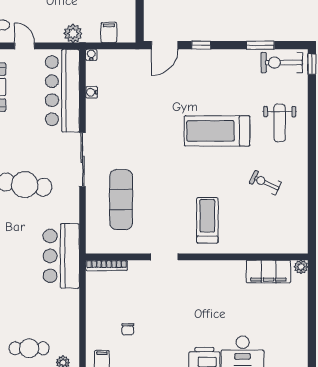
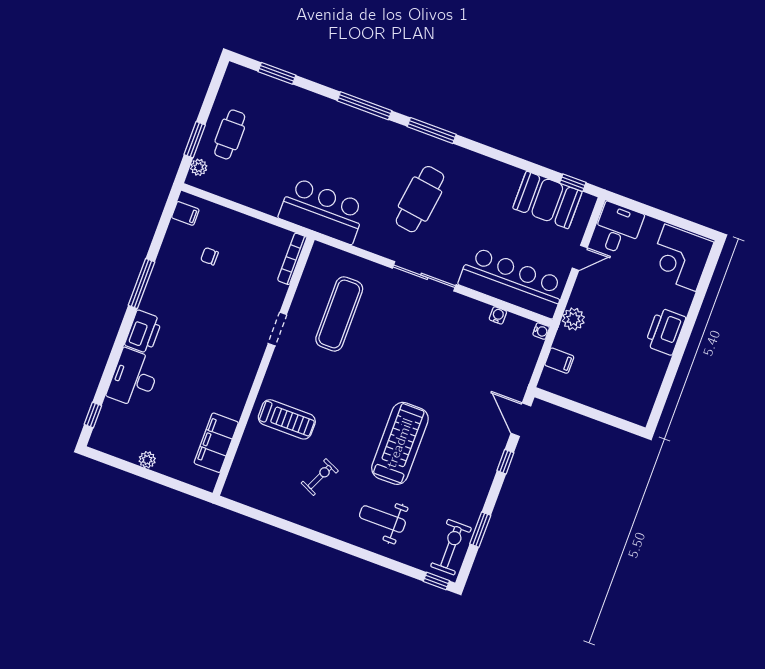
exercise mat: (121, 200) -> (339, 314), moved, turned 90
treadmill: (207, 220) -> (287, 419), moved
plant: (301, 267) -> (147, 460), moved

